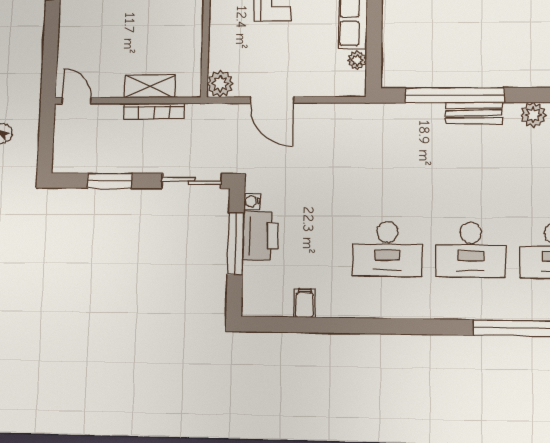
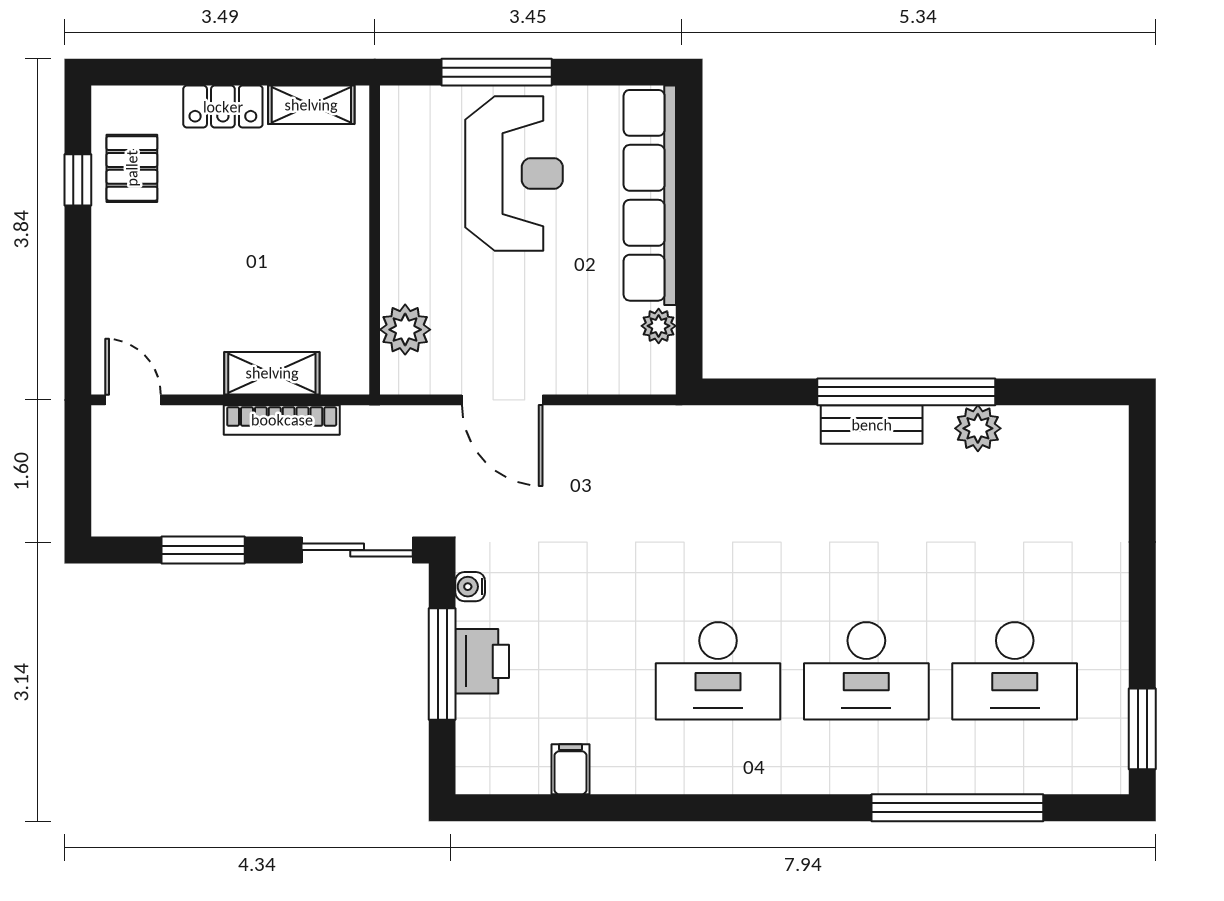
plant: (220, 84) -> (405, 330), moved
window: (454, 95) -> (906, 392), moved
printer: (260, 236) -> (482, 661), width x0.73, depth x0.84

